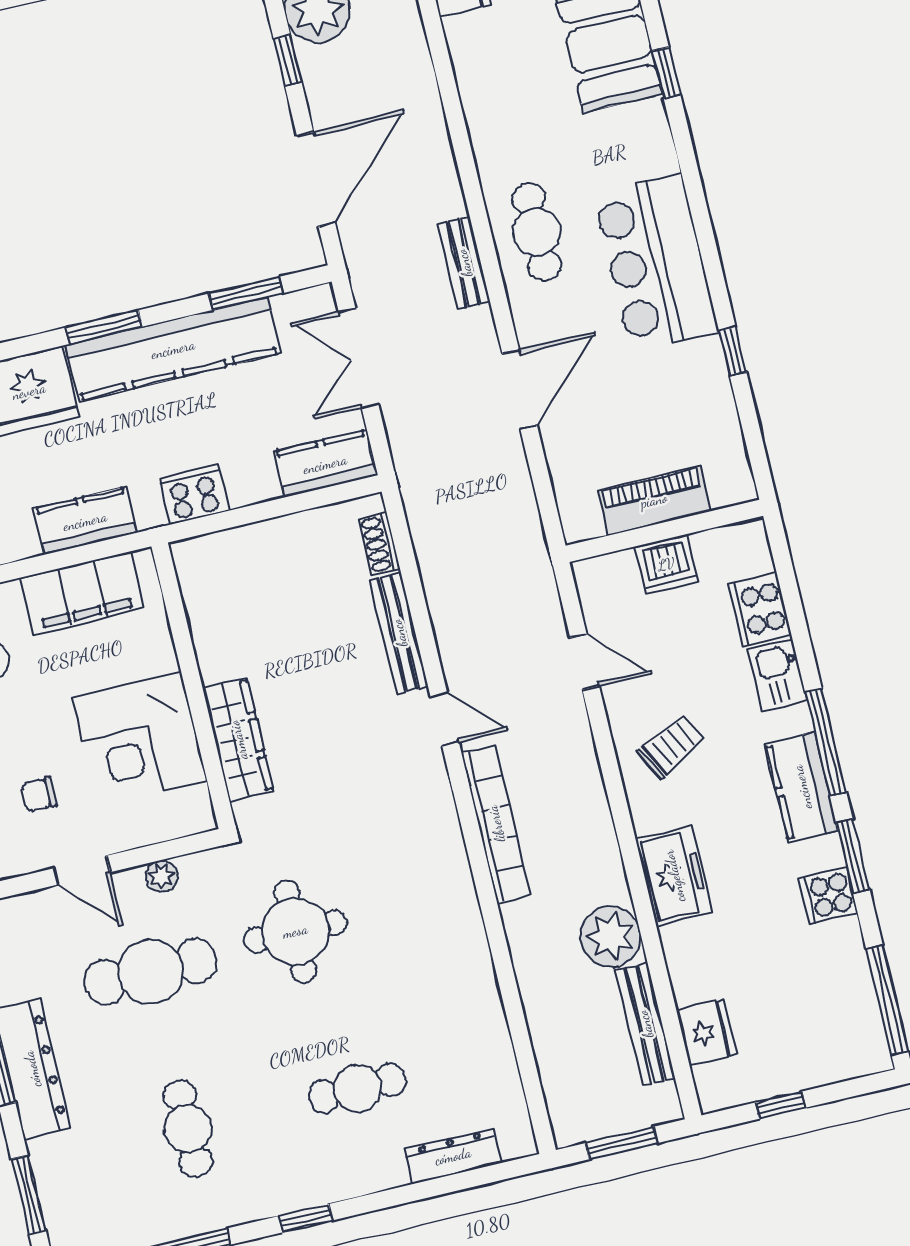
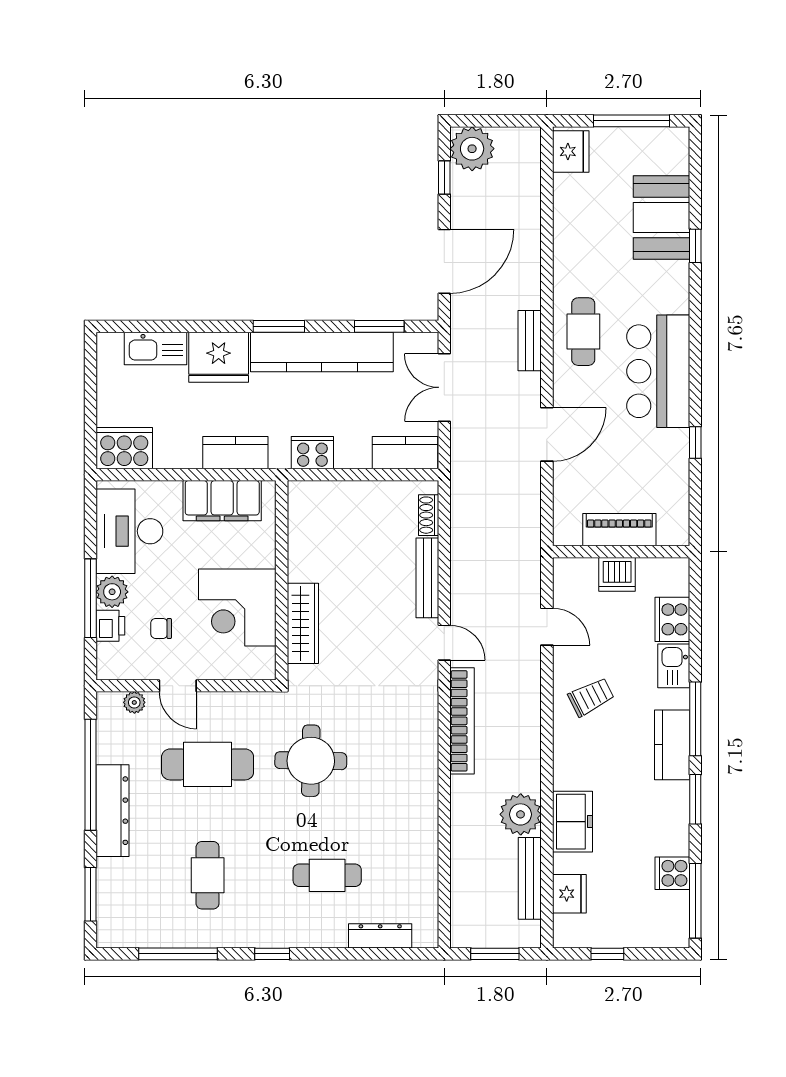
plant: (162, 876) -> (134, 702), moved
freezer: (674, 876) -> (572, 822), moved
cooker: (828, 896) -> (672, 873), moved

